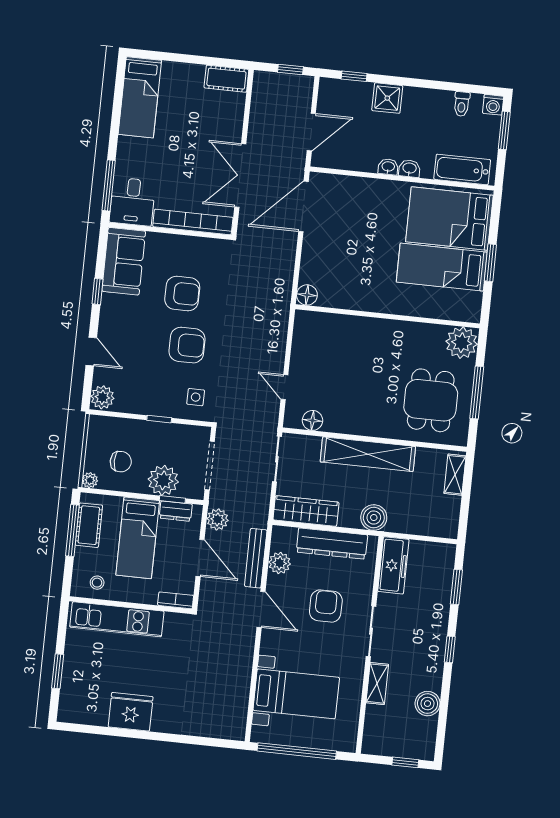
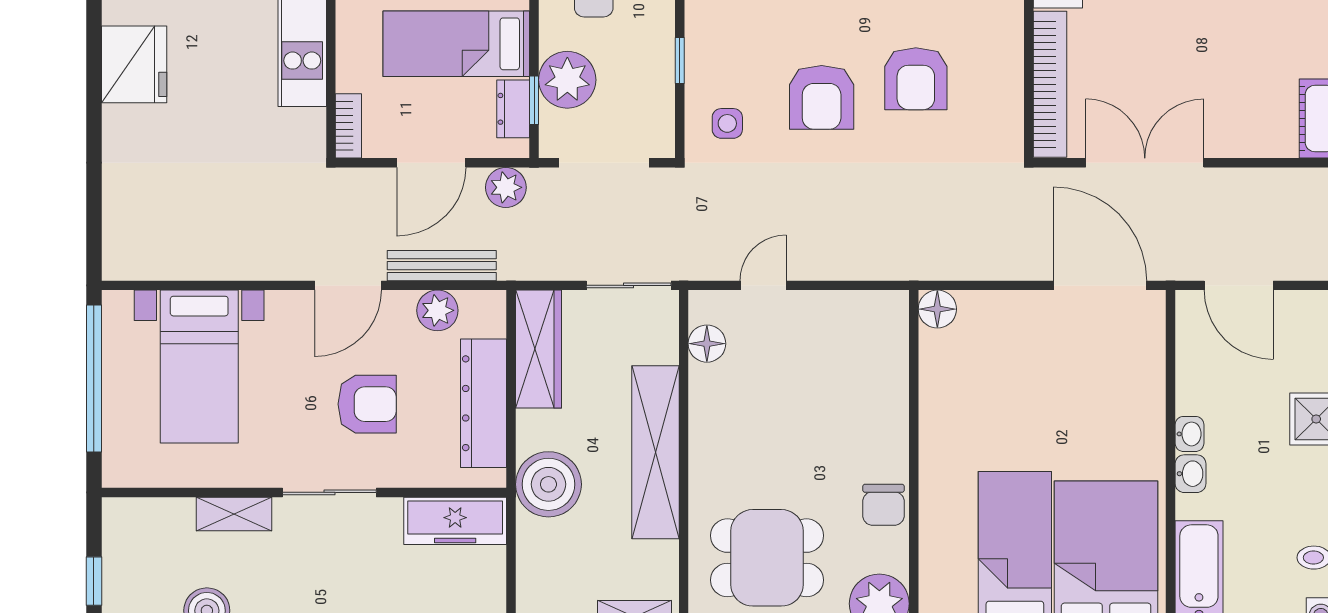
chair: (409, 335) -> (883, 505), added
boiler: (374, 518) -> (548, 484), width x1.37, depth x1.37

